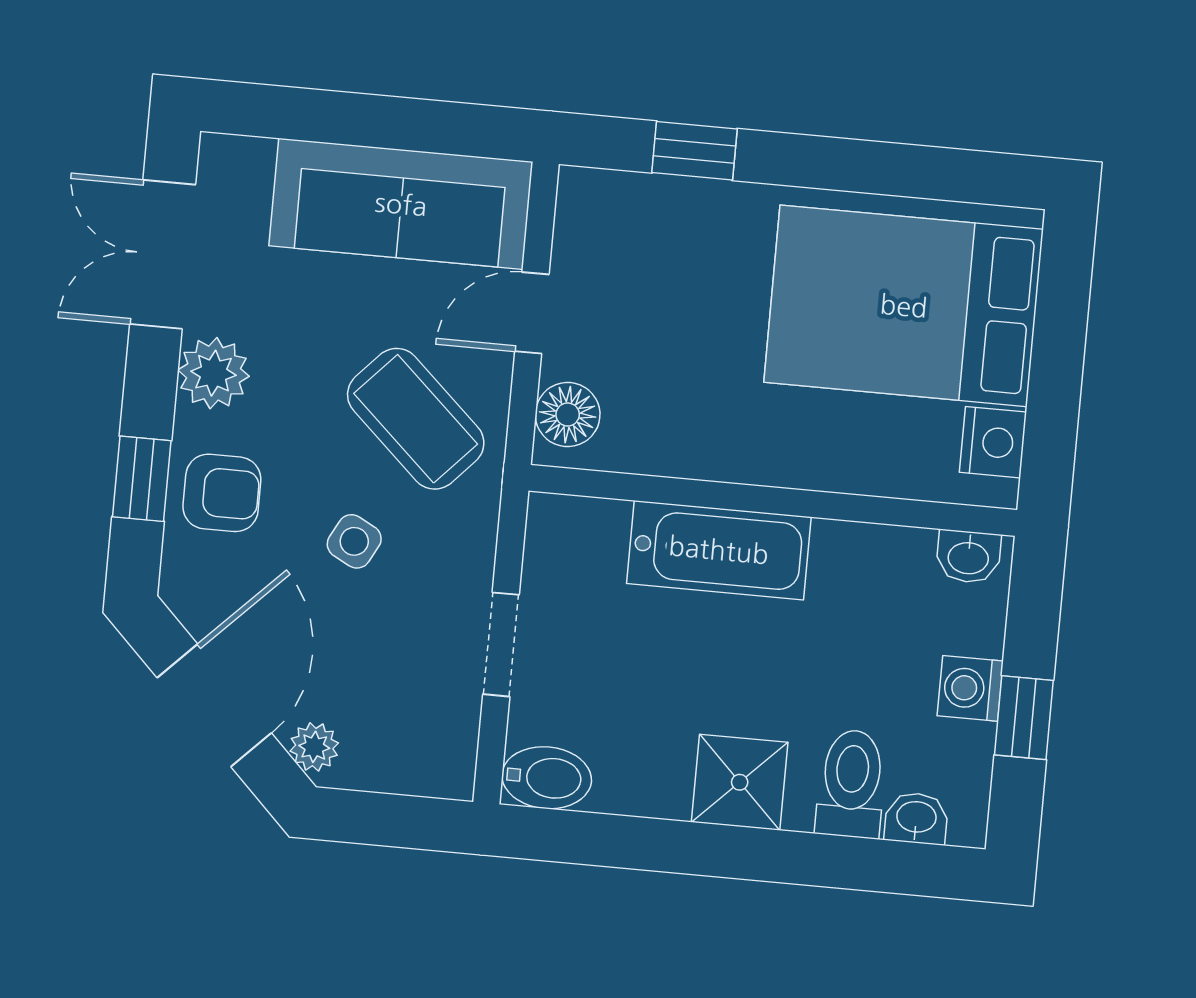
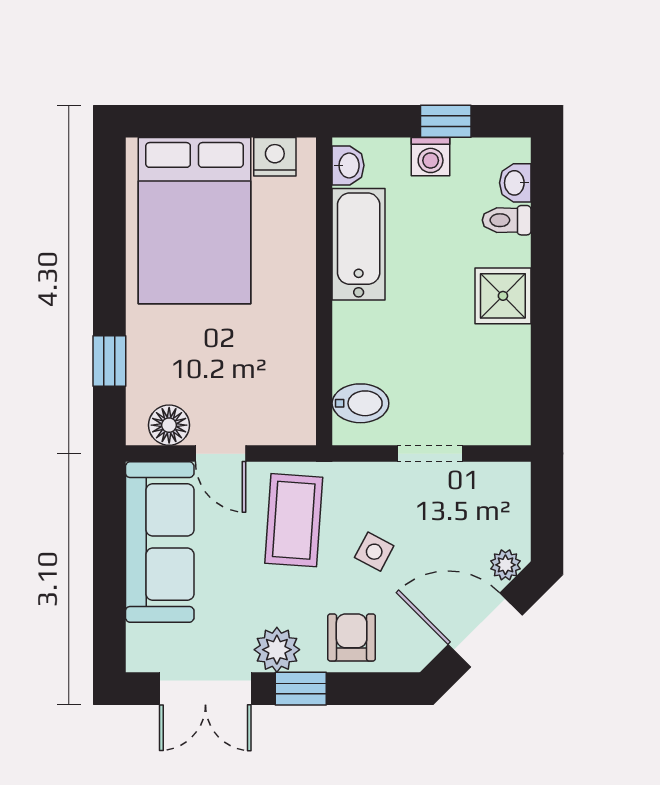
floor lamp: (568, 415) -> (169, 425), moved
coffee table: (416, 419) -> (294, 520), turned -39
window: (142, 479) -> (301, 689), moved
bathtub: (719, 550) -> (359, 244), moved
bidet: (547, 778) -> (360, 403), moved, turned 90
toilet: (851, 784) -> (507, 220), width x0.73, depth x0.72

